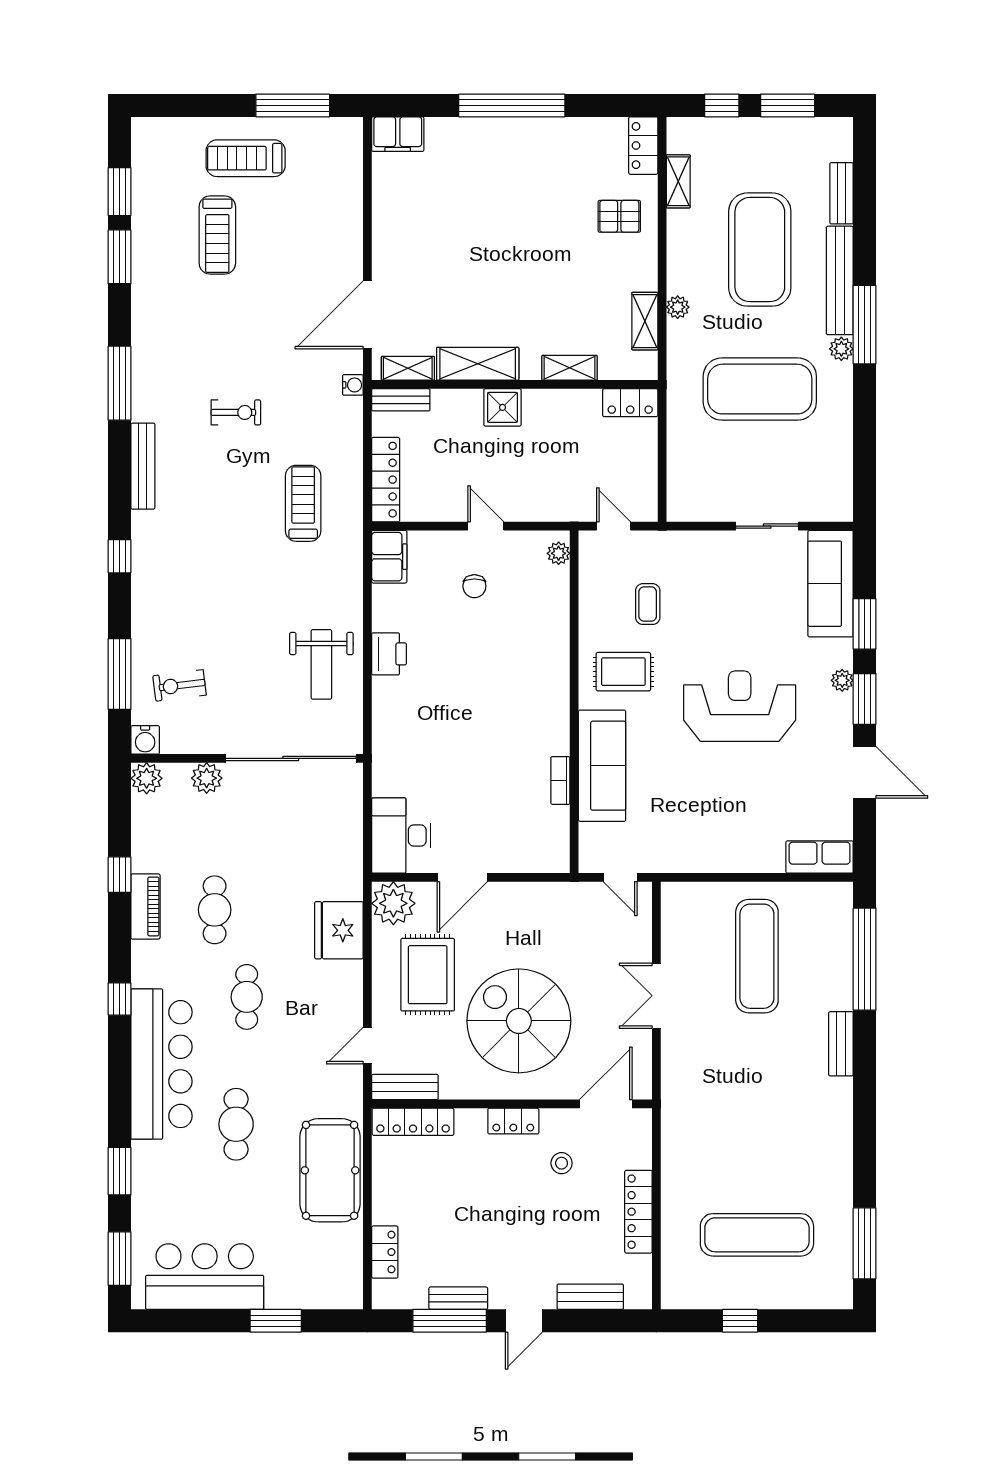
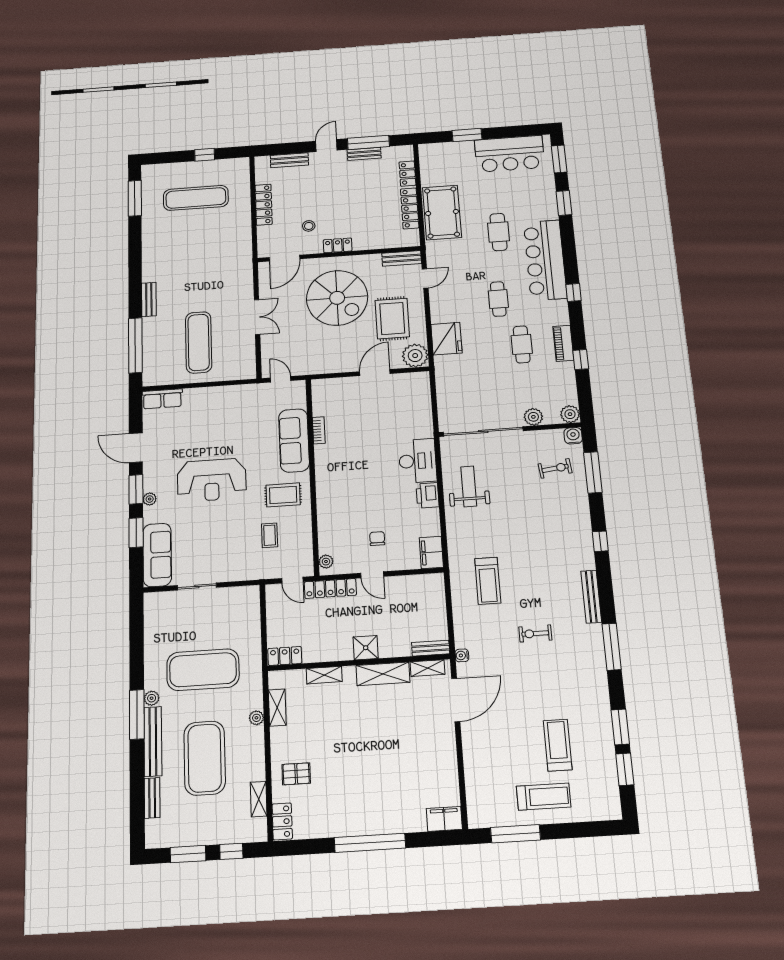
locker: (386, 480) -> (330, 589), moved, turned -90
desk: (401, 835) -> (418, 461), moved
locker: (413, 1122) -> (410, 208), moved, turned -90

